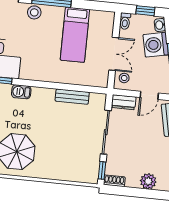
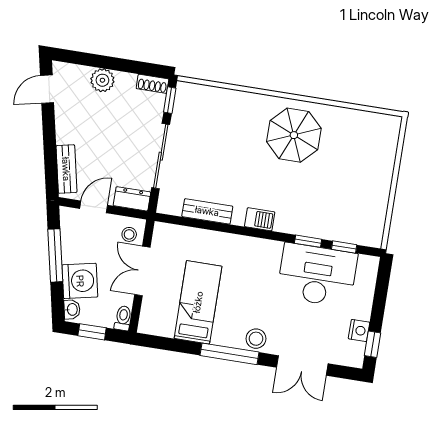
barbecue: (21, 92) -> (260, 219), moved

